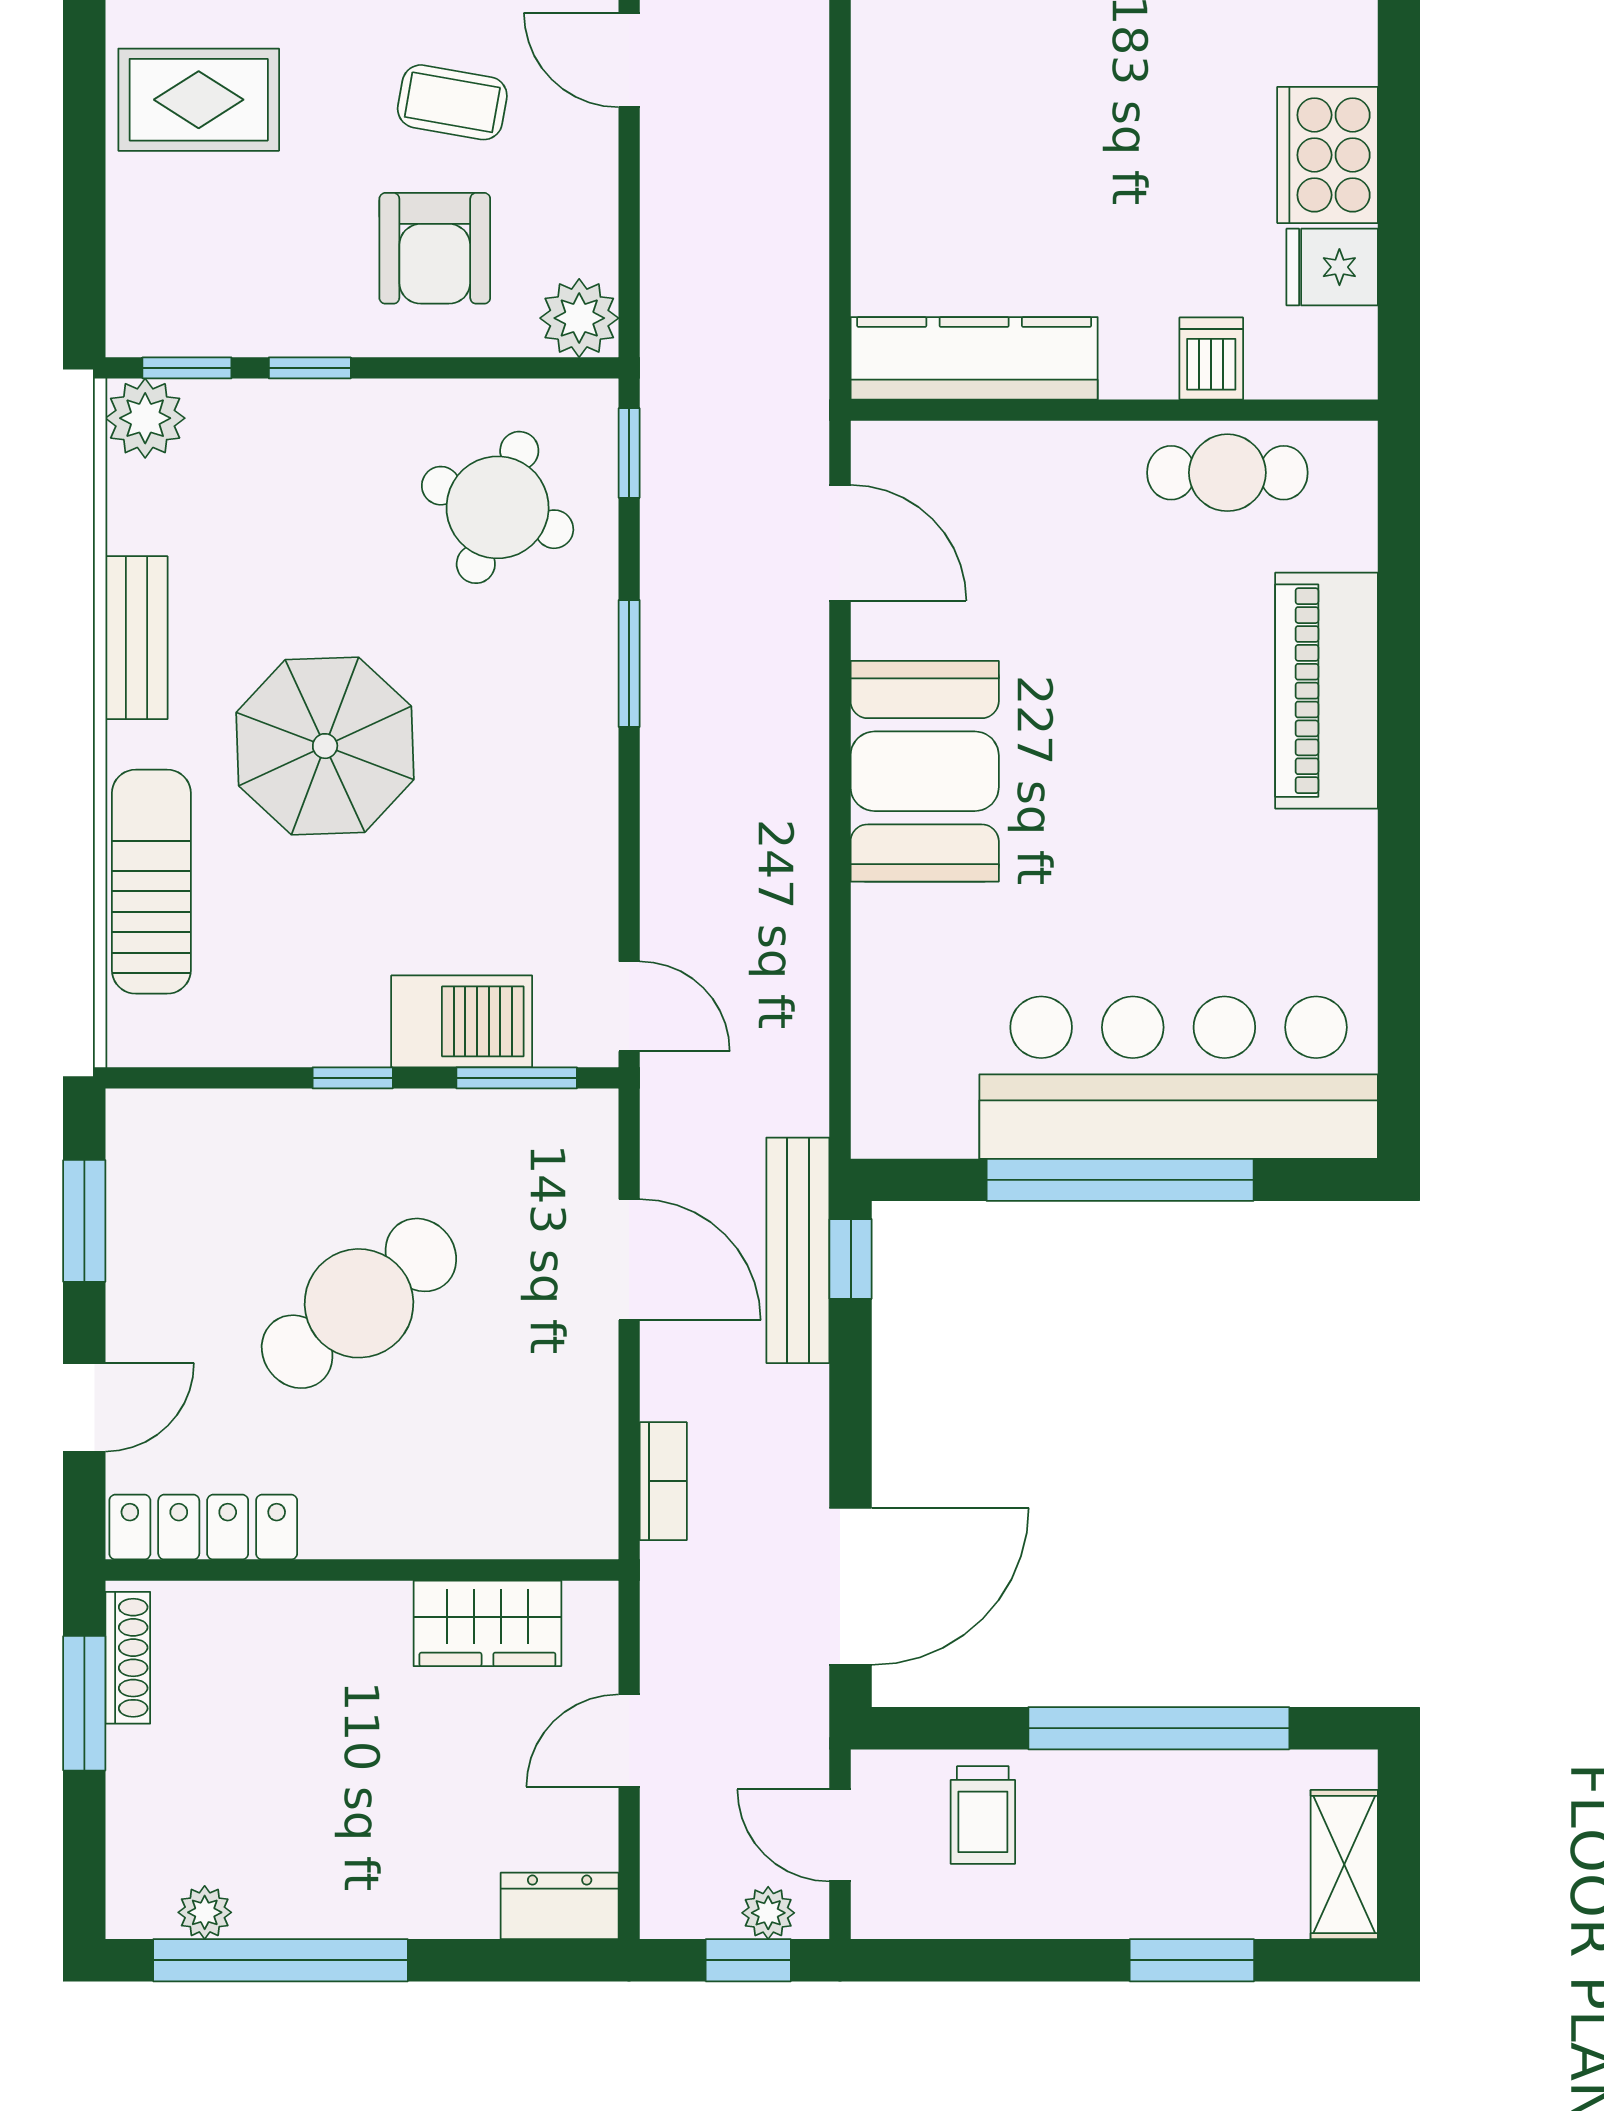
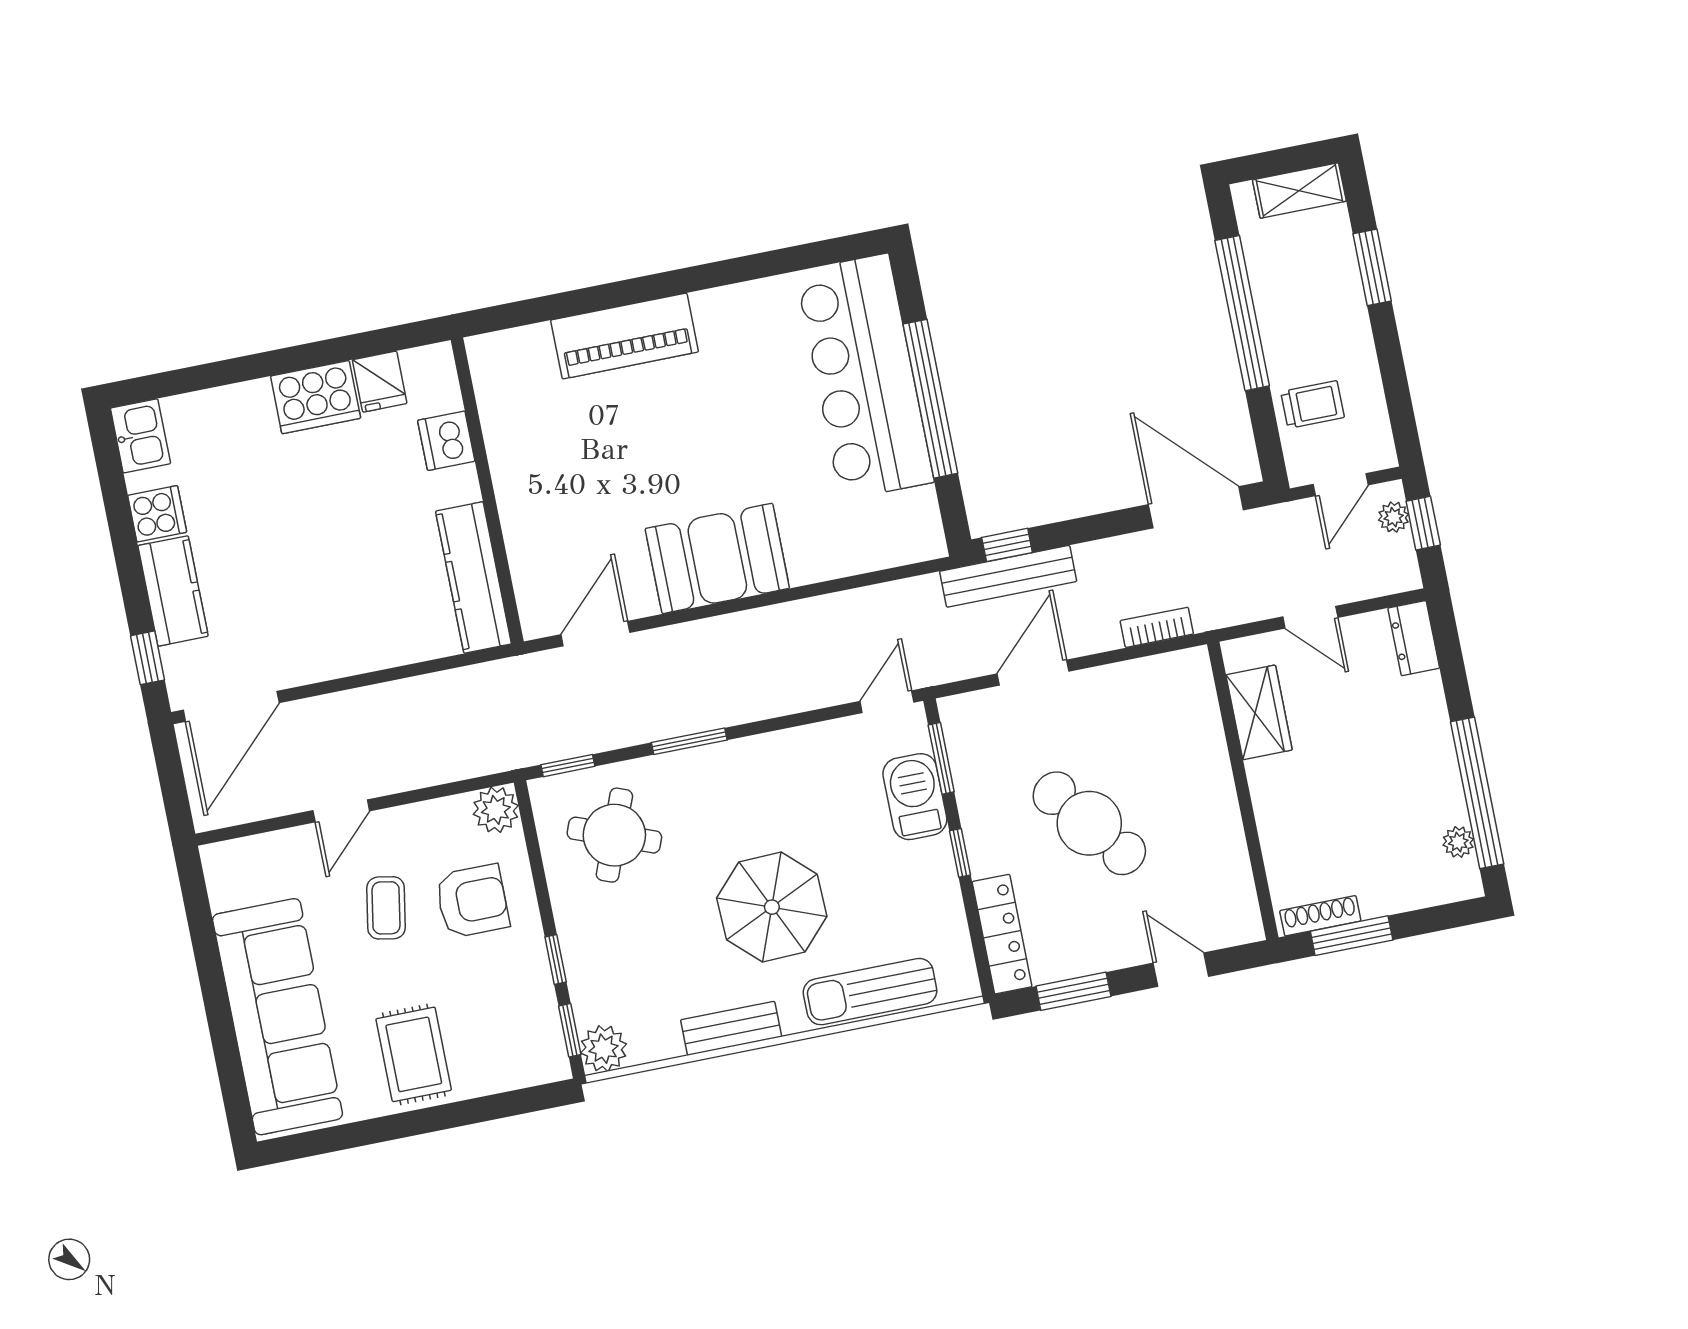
dishwasher: (1211, 358) -> (446, 441), width x1.38
cafe table: (1227, 473) -> (510, 418), removed
locker: (203, 1527) -> (1002, 934), moved, turned 180

